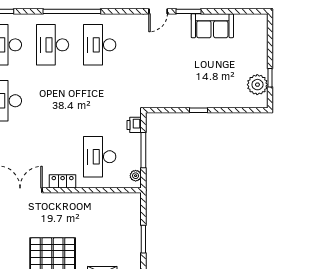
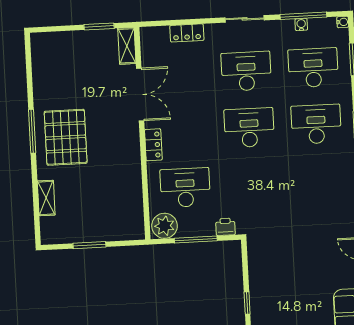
desk: (100, 45) -> (249, 128), moved
plant: (136, 176) -> (165, 226), width x1.88, depth x1.88

